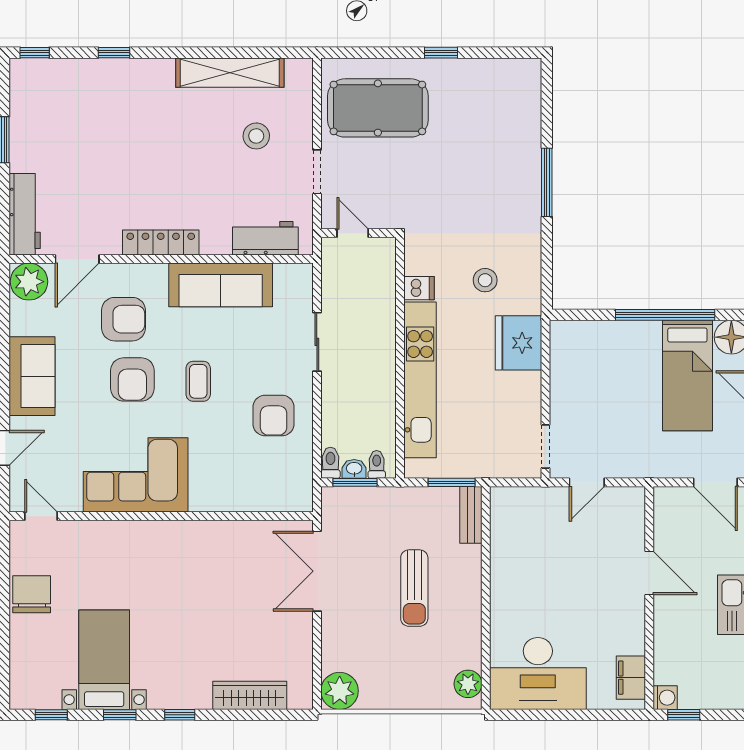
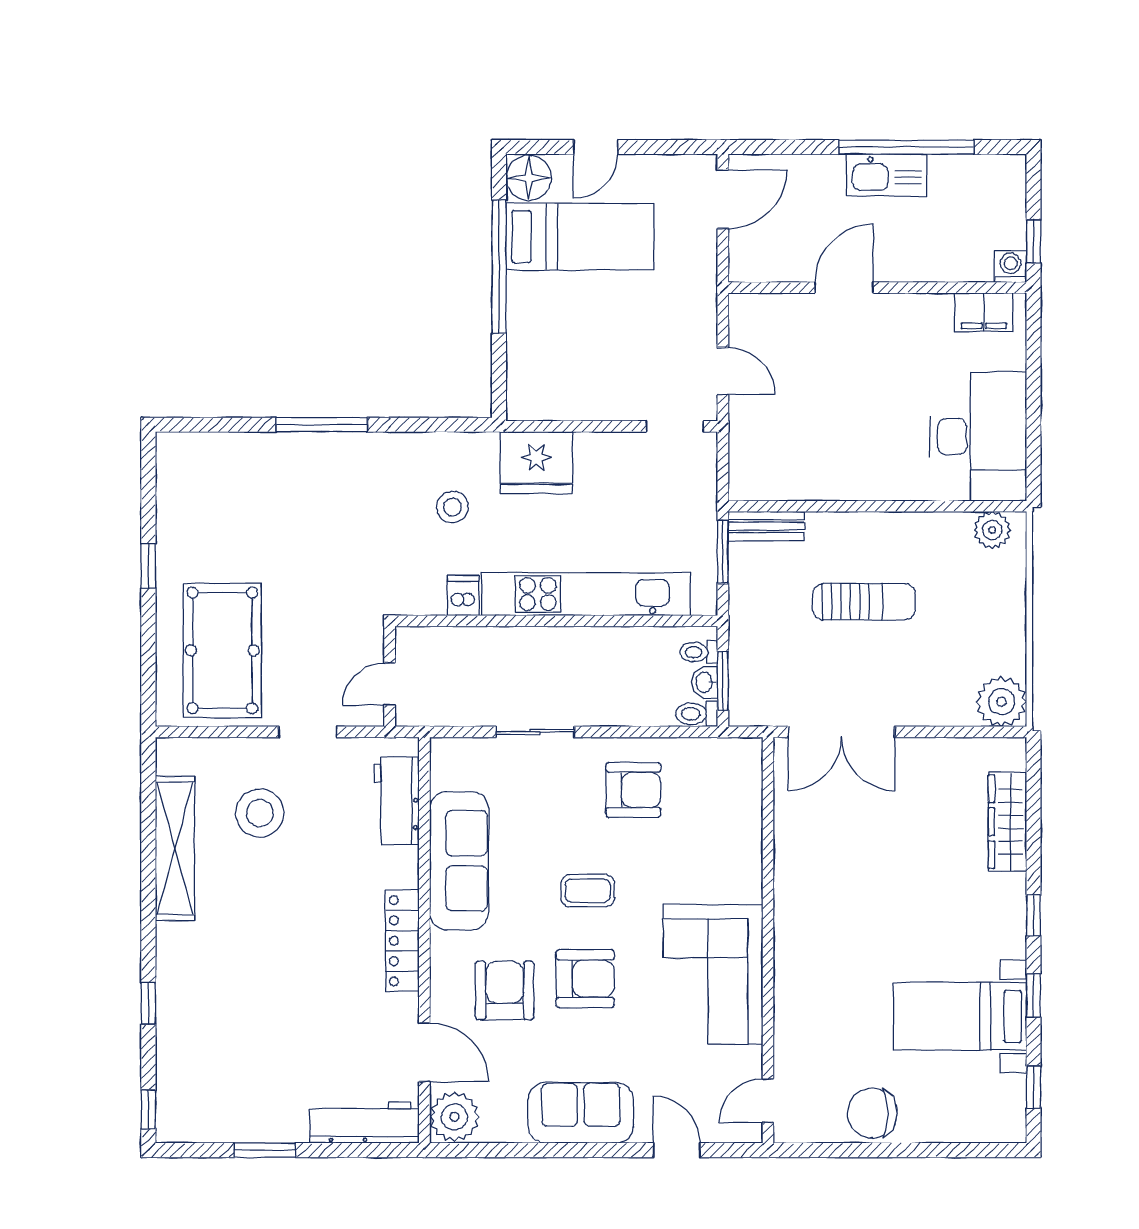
stool: (256, 136) -> (260, 813), width x1.38, depth x1.38

